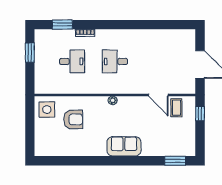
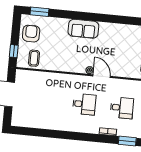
desk: (72, 61) -> (122, 108), turned 180
door: (158, 95) -> (102, 76), moved
armchair: (73, 119) -> (31, 34), moved, turned 90

